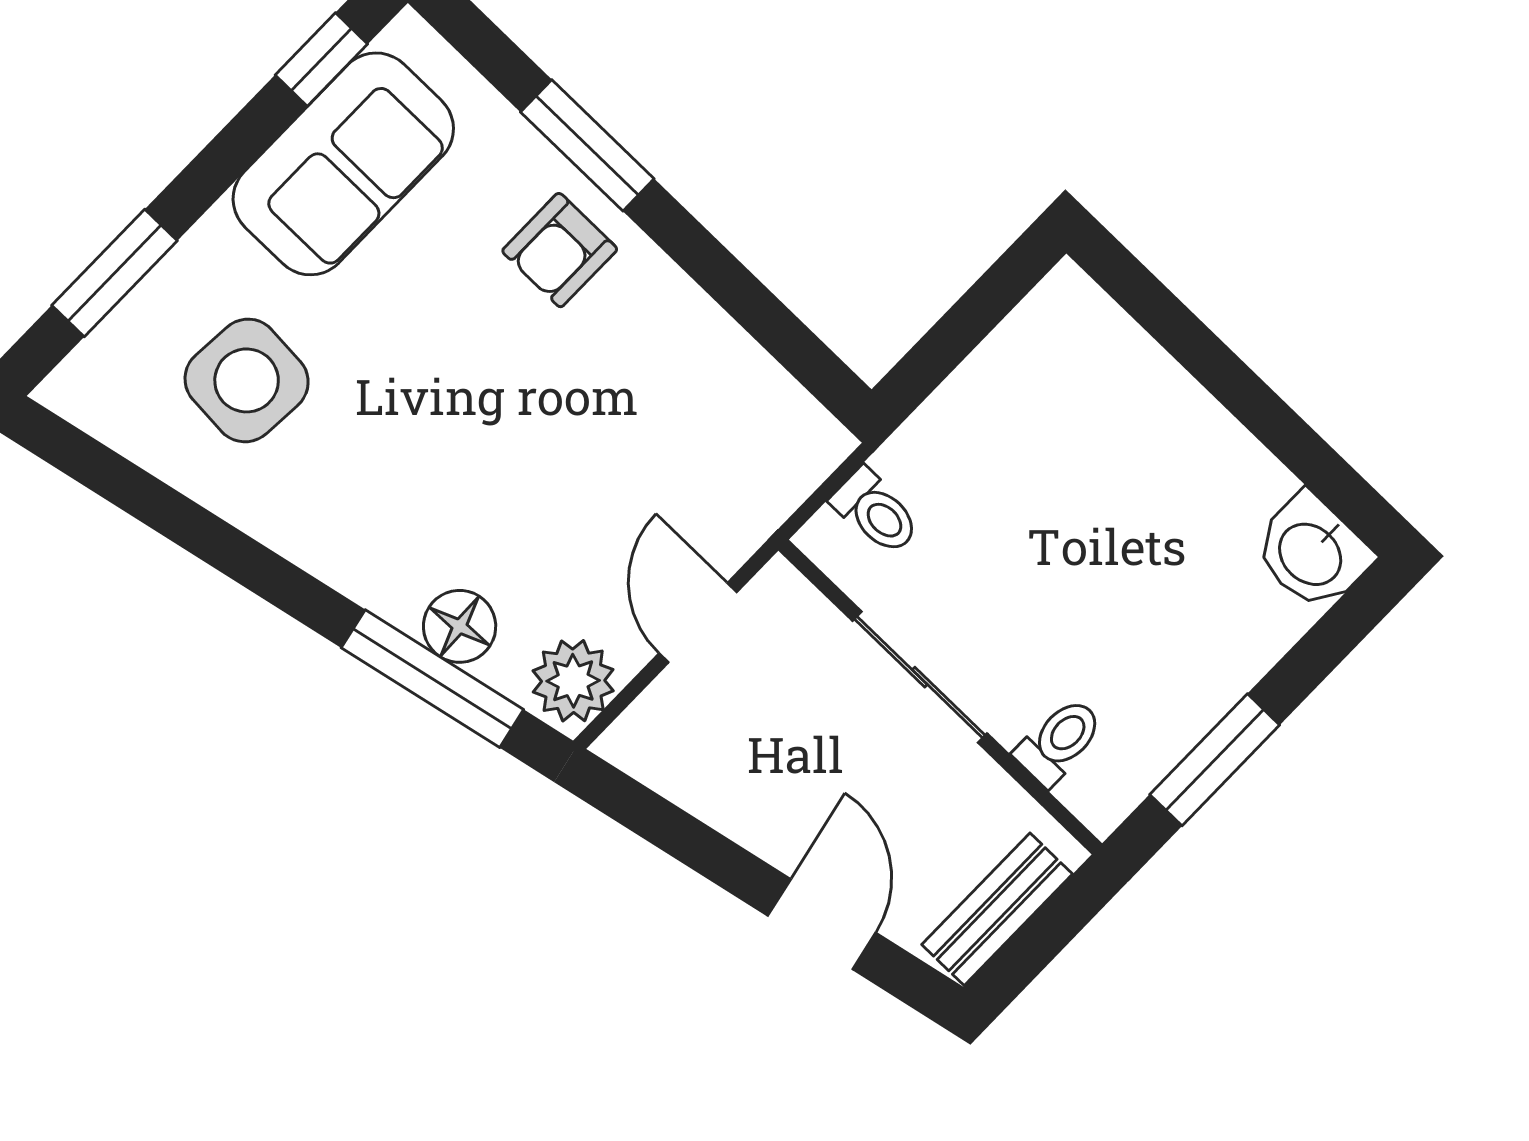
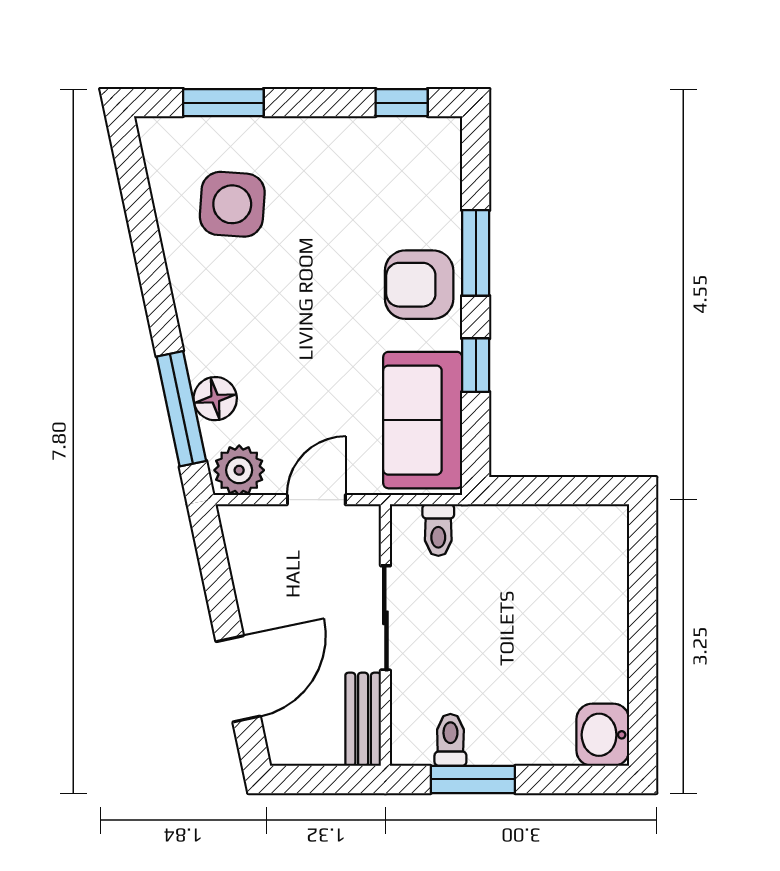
sofa: (343, 164) -> (423, 420), moved, turned 90
armchair: (560, 250) -> (419, 285), width x1.38, depth x1.38
window: (722, 276) -> (476, 365), added
toilet: (1059, 741) -> (450, 740), moved, turned -90
bench: (997, 909) -> (363, 719), moved, turned 90
door: (822, 924) -> (238, 679), width x1.38

